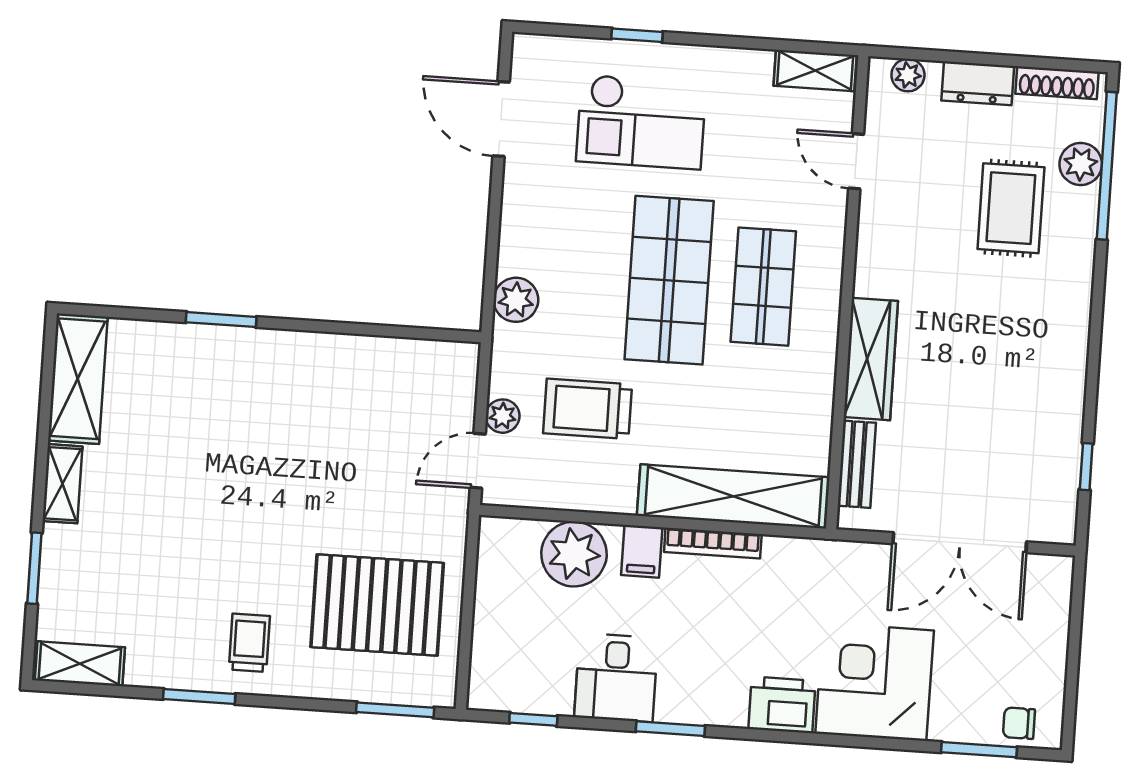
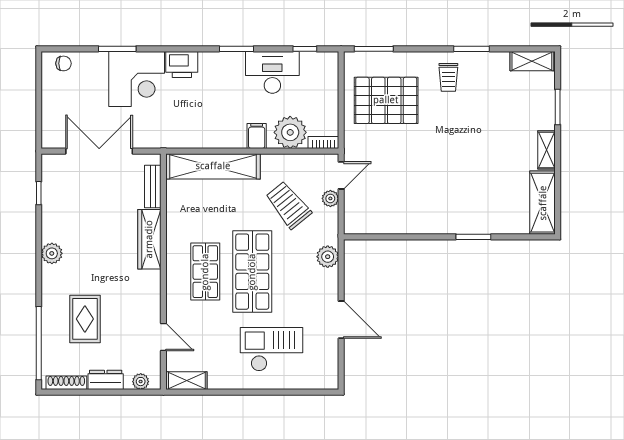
window: (637, 35) -> (276, 392), removed
door: (501, 119) -> (341, 320), moved
plant: (1081, 164) -> (52, 253), moved
trolley: (588, 409) -> (288, 205), turned -129
bookcase: (713, 543) -> (323, 142), moved, width x0.64
desk: (616, 678) -> (272, 72), width x1.37
window: (979, 750) -> (117, 49), moved

